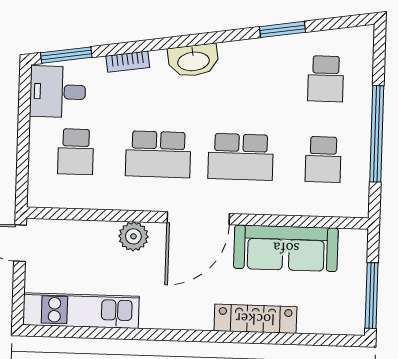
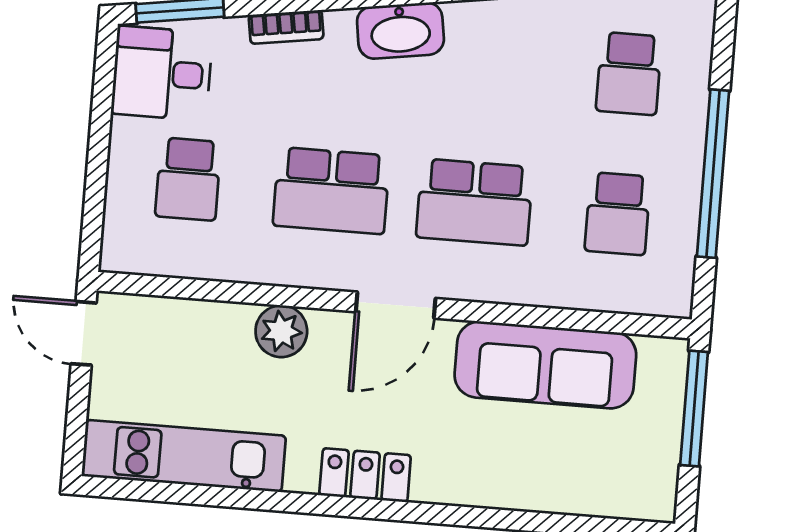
door: (198, 218) -> (396, 305), width x0.73
window: (372, 296) -> (694, 408), moved
locker: (255, 319) -> (365, 475), moved, width x0.66

